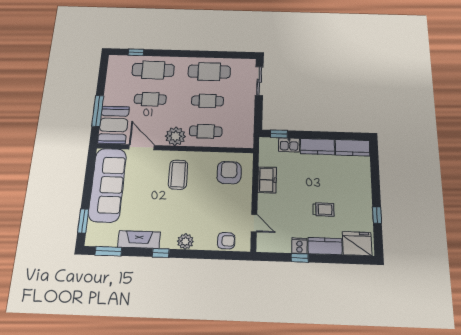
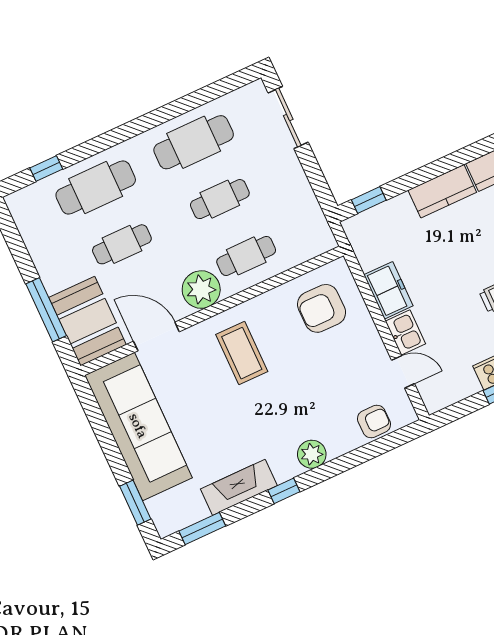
kitchen sink: (289, 145) -> (405, 332), moved, turned -90
armchair: (229, 173) -> (322, 308), turned -90

